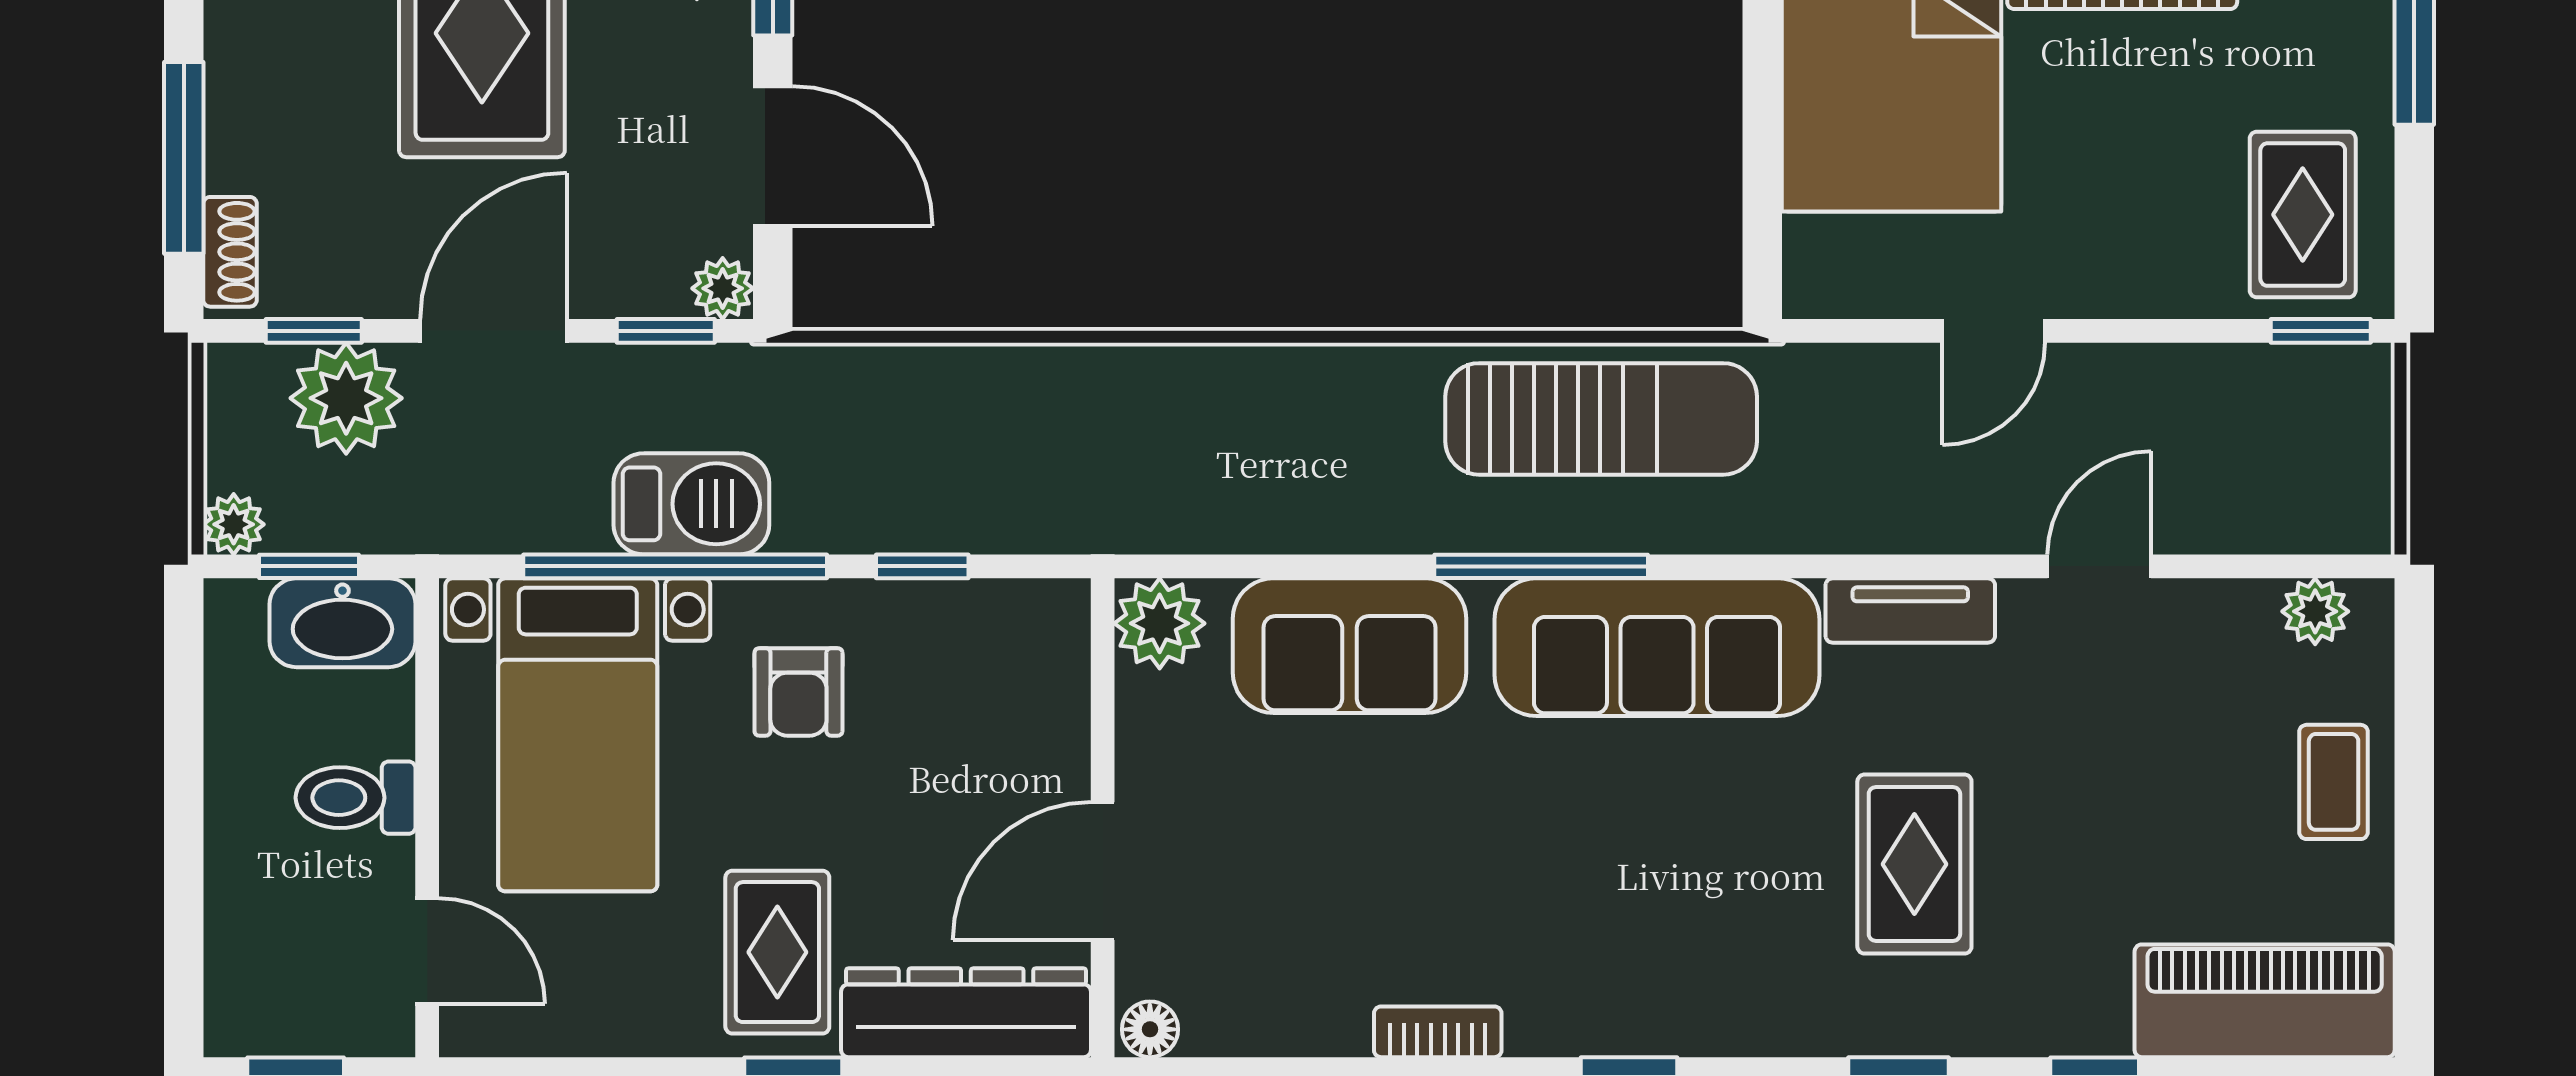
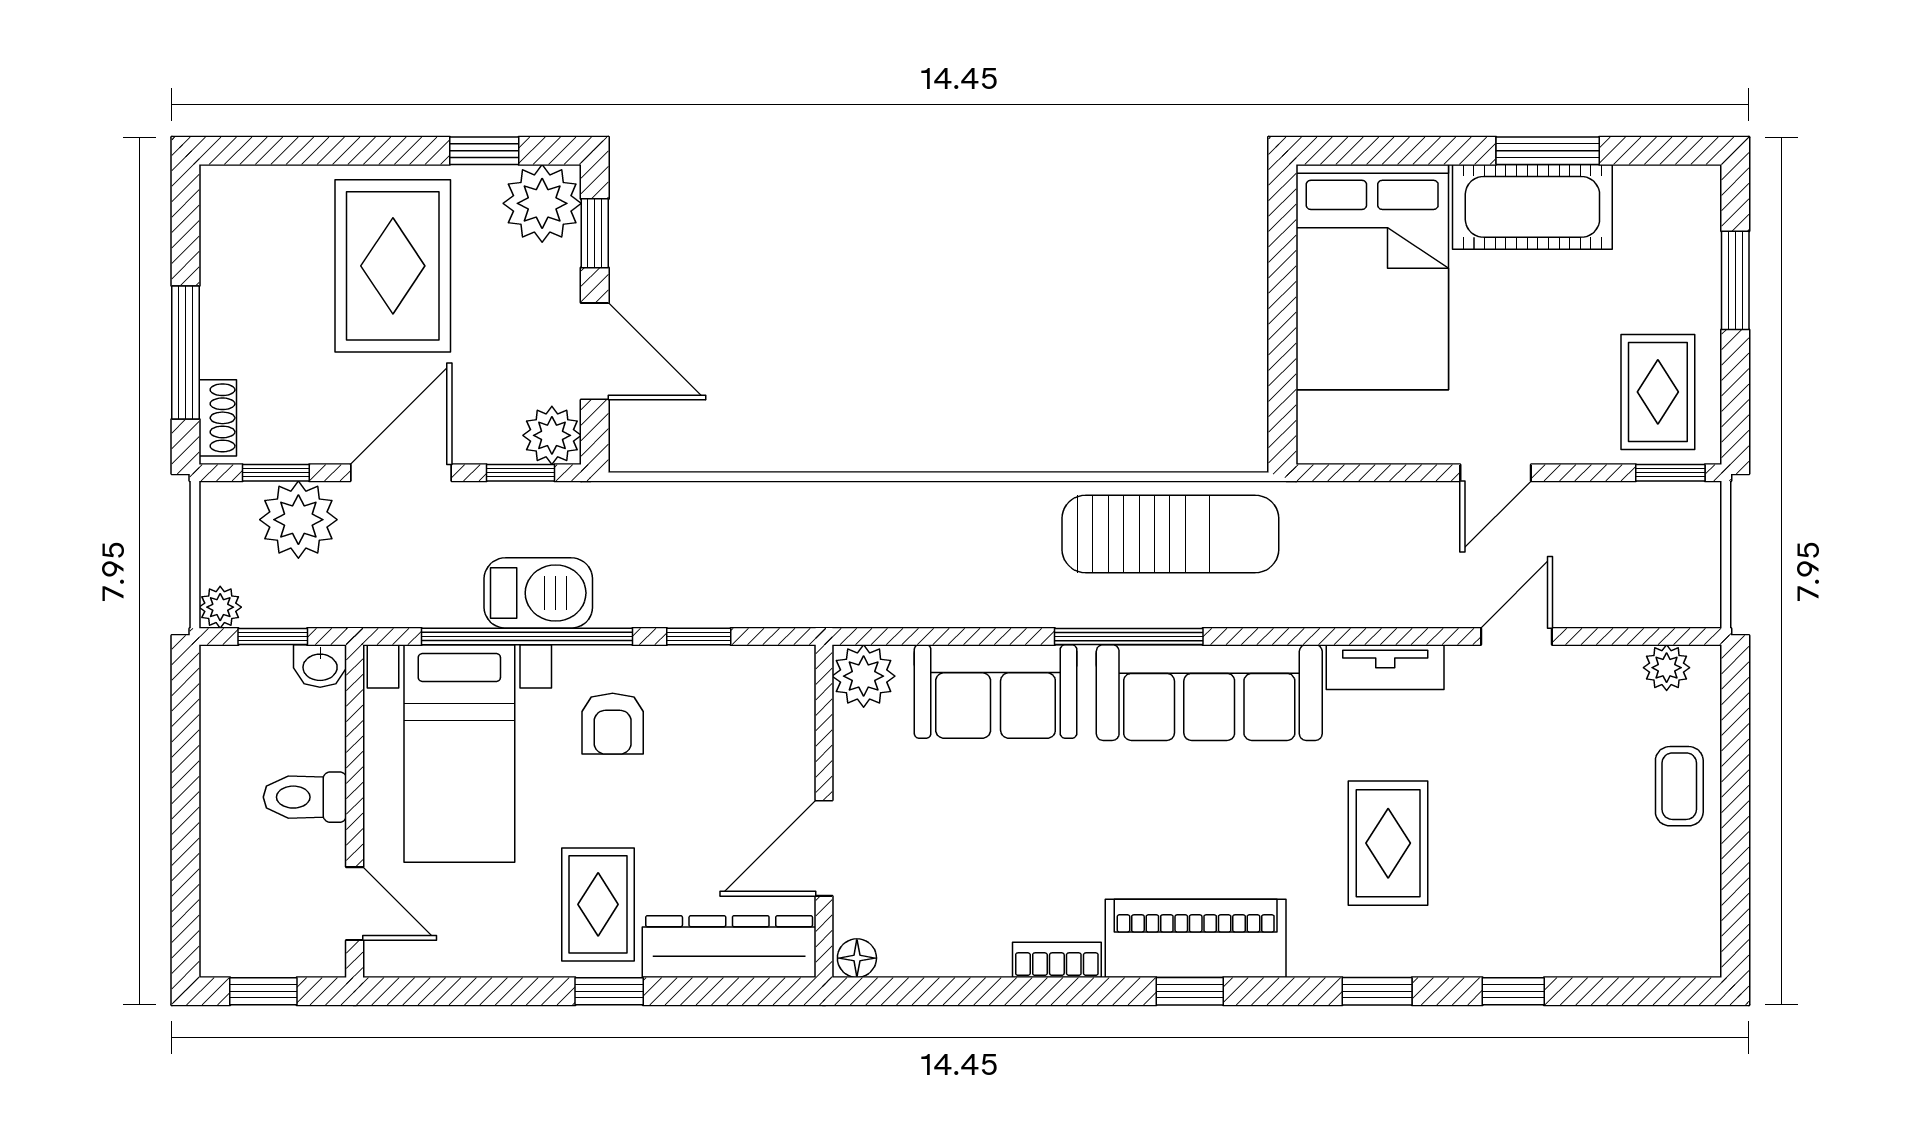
plant: (723, 288) -> (552, 435), width x1.38, depth x1.38
door: (1994, 331) -> (1496, 473), moved
washbasin: (342, 623) -> (320, 666), width x0.52, depth x0.69
piano: (2265, 1001) -> (1196, 938), moved

